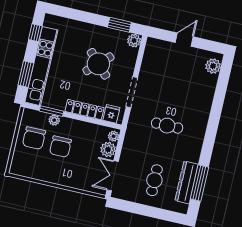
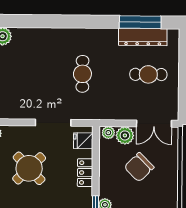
locker: (85, 110) -> (85, 173), width x0.66
chair: (60, 147) -> (139, 167), moved, turned 135

